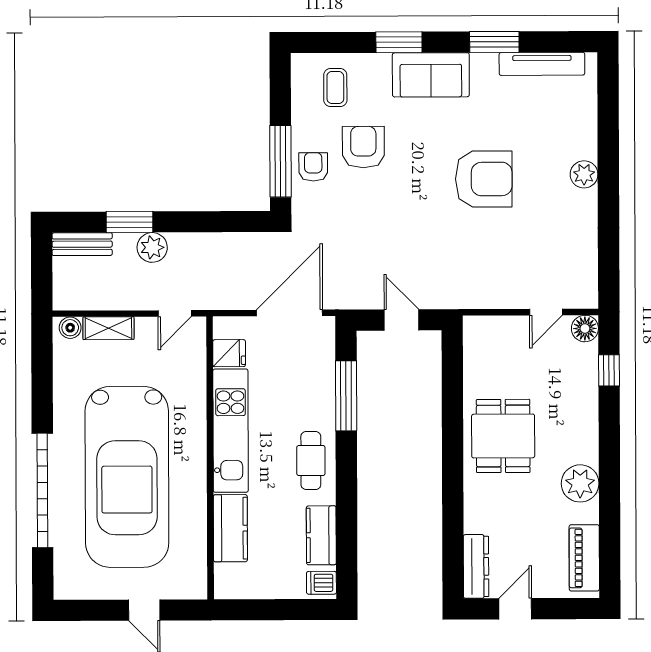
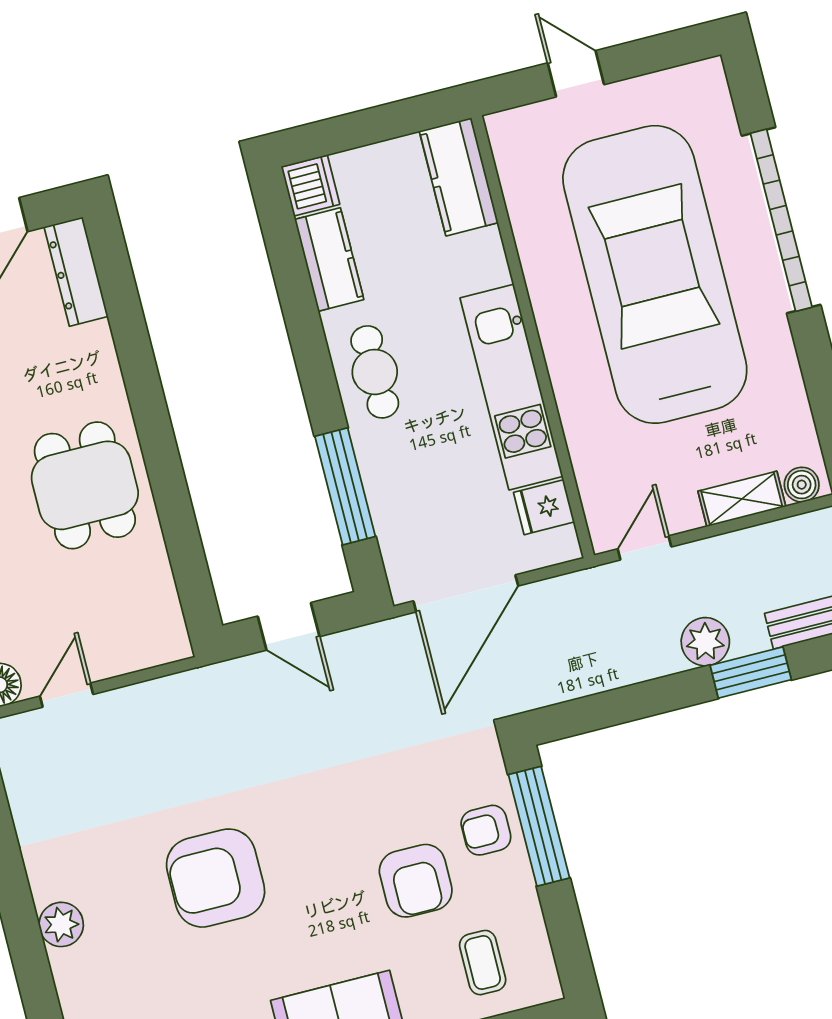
armchair: (313, 167) -> (486, 830), turned 90
kitchen counter: (230, 528) -> (459, 177), moved
dishwasher: (321, 583) -> (310, 186), width x1.38

